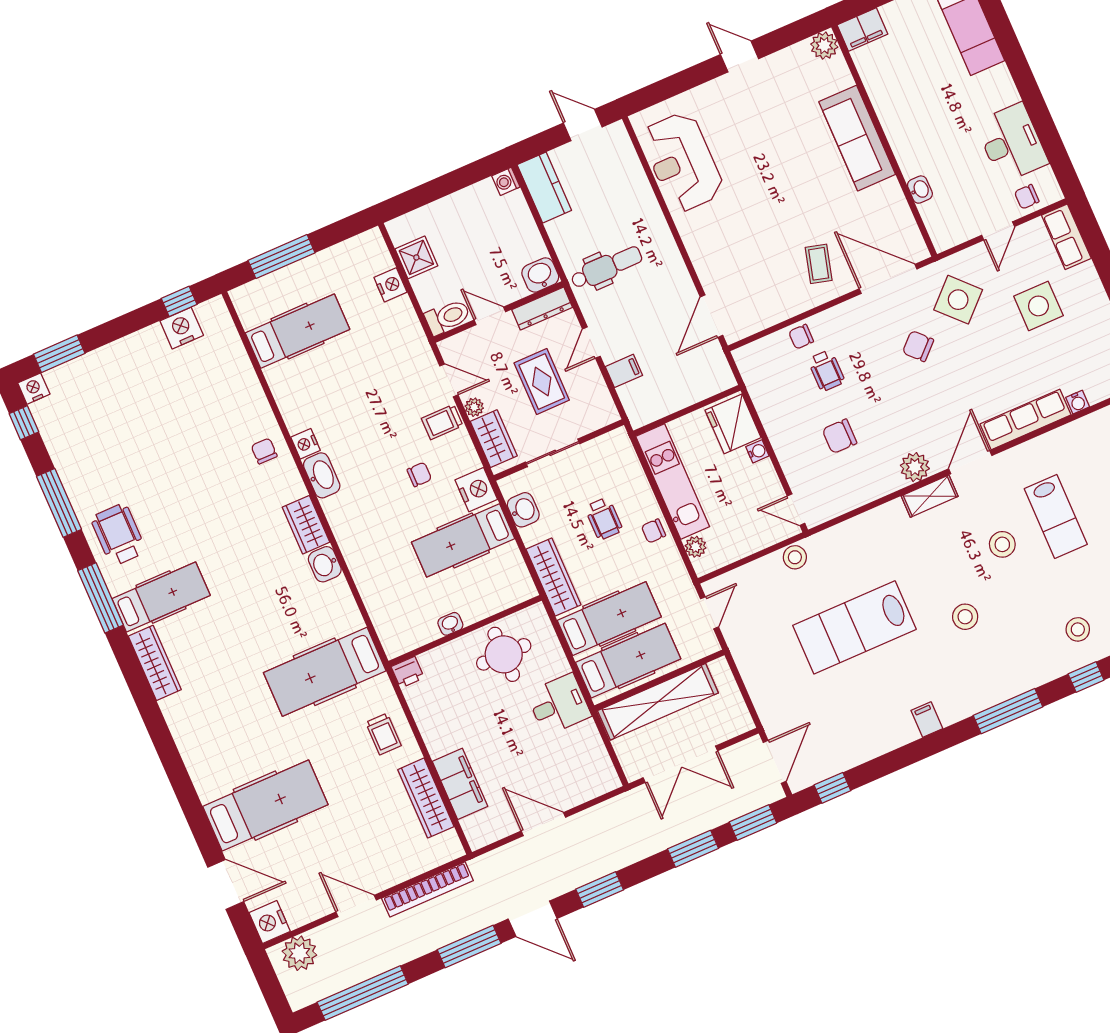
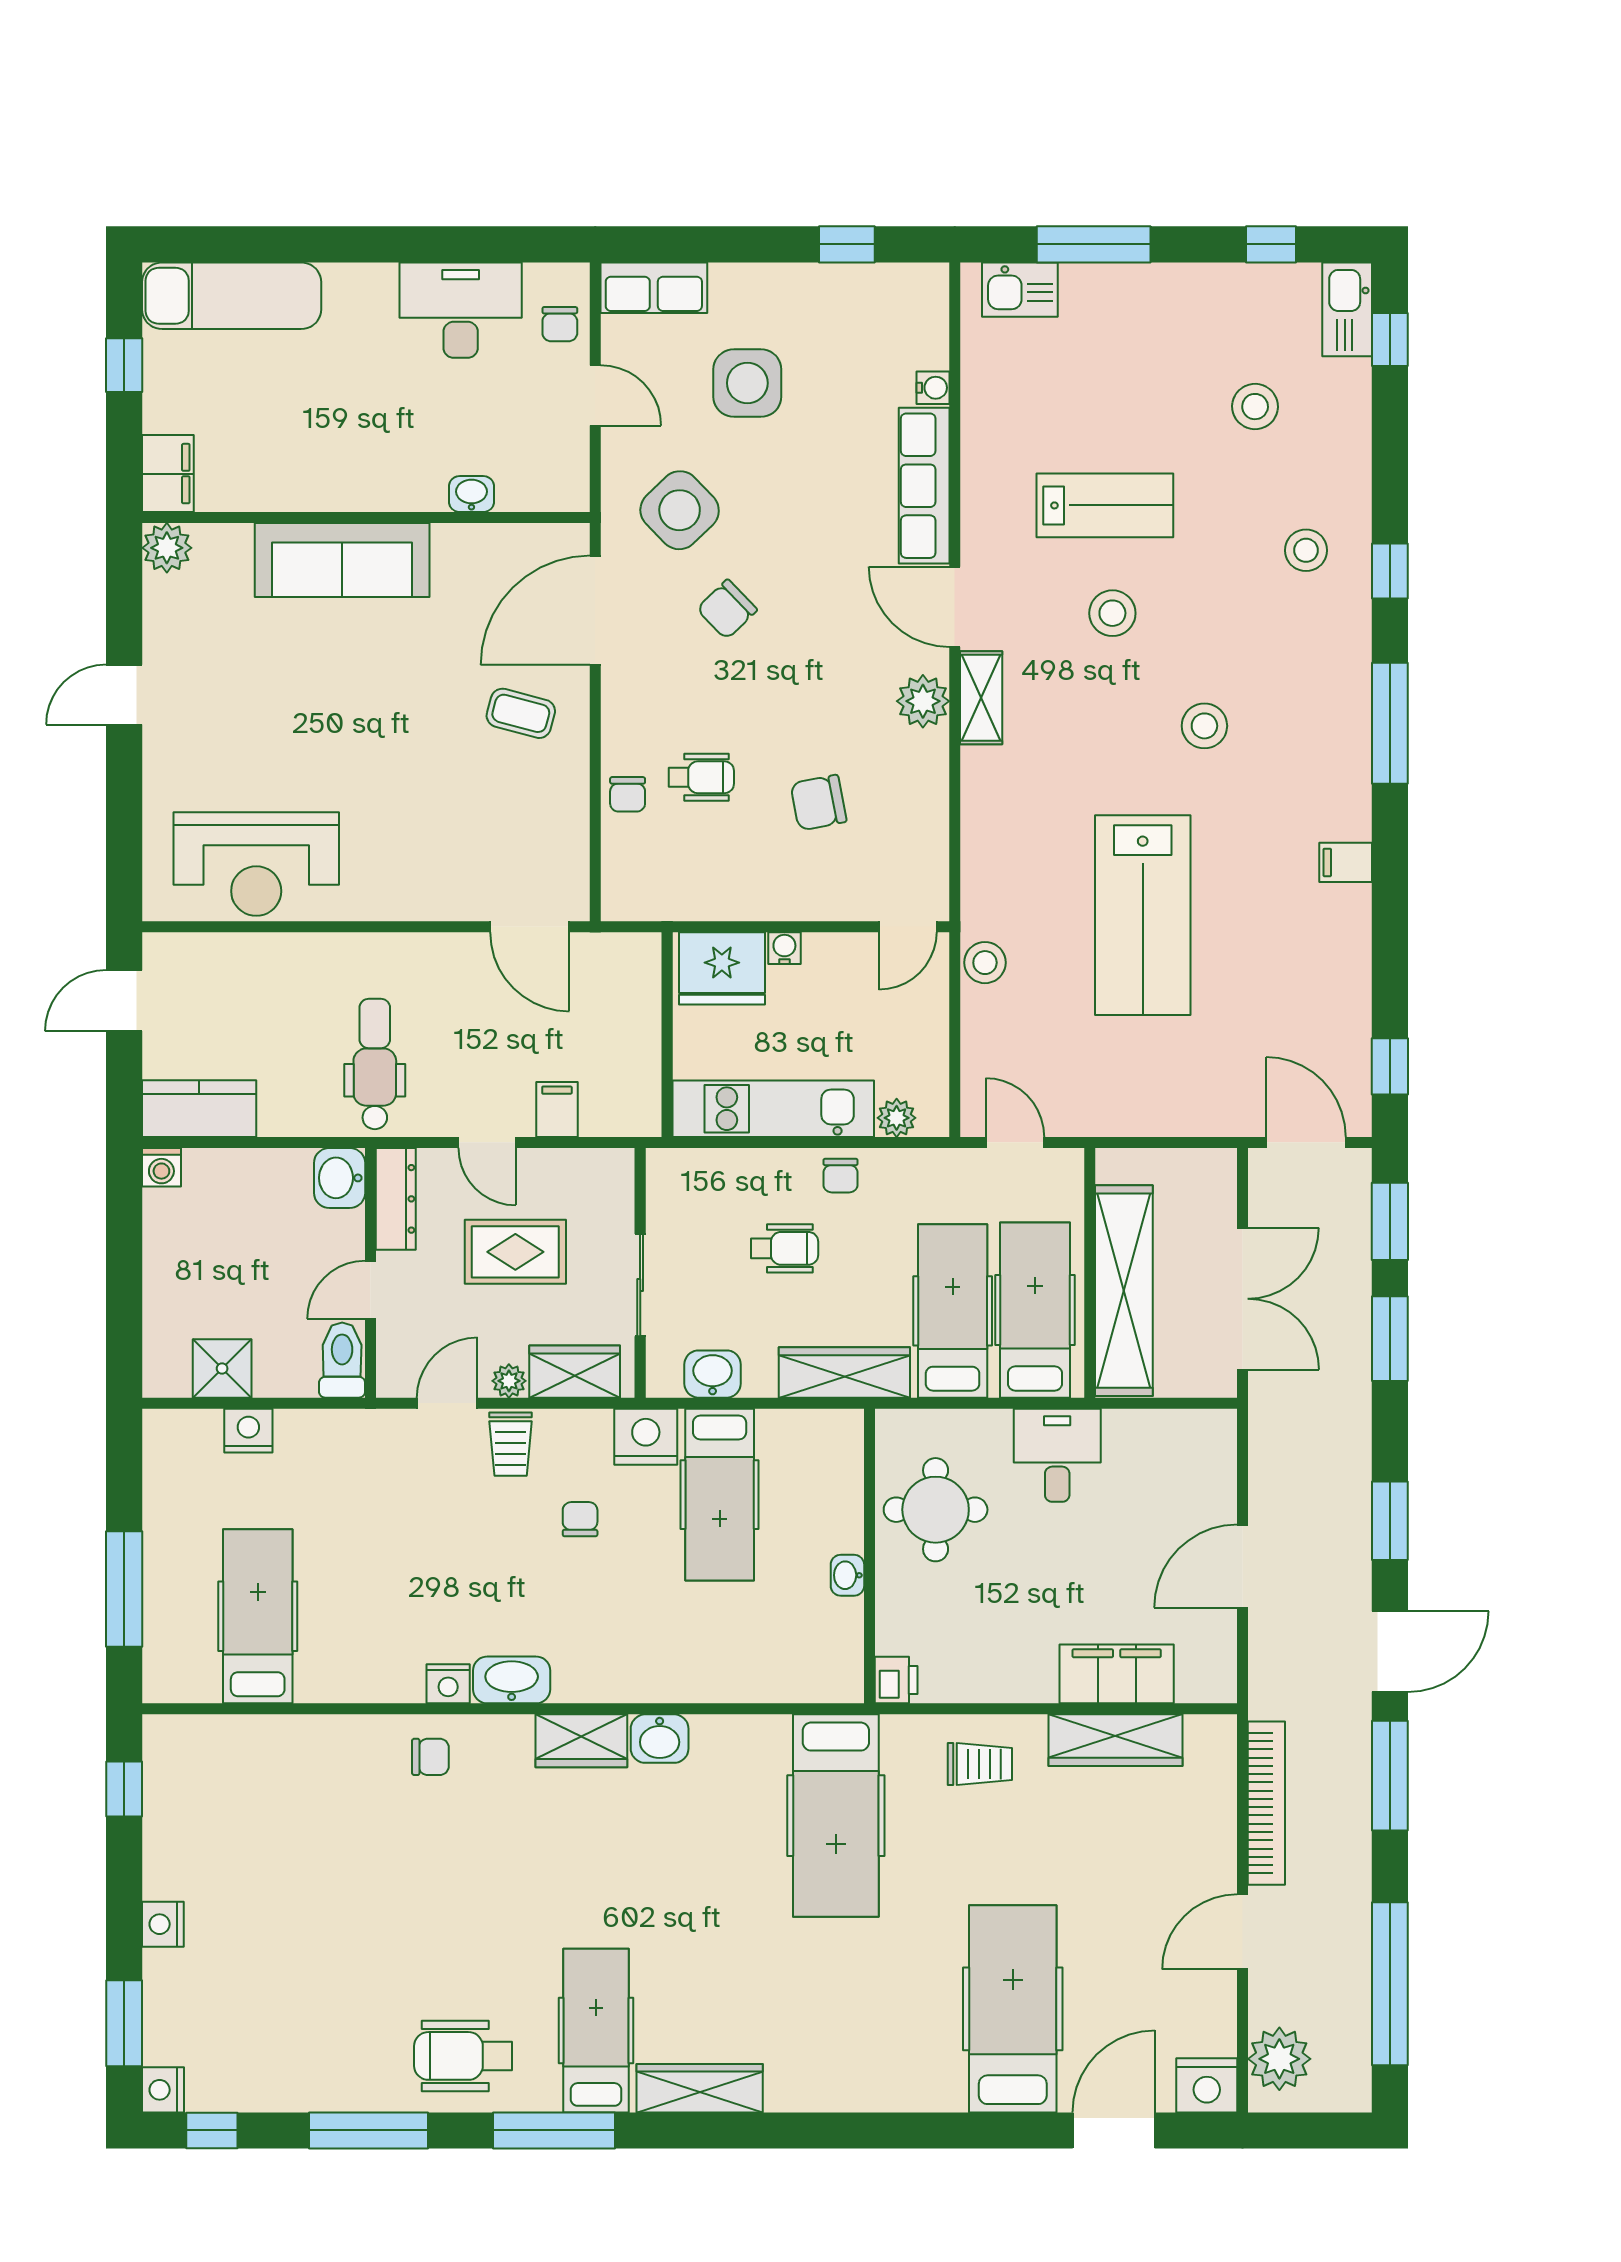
nightstand: (182, 328) -> (163, 1924), moved, width x0.74, depth x0.75
chair: (840, 436) -> (818, 803), turned 79
chair: (264, 451) -> (430, 1757), turned 180

